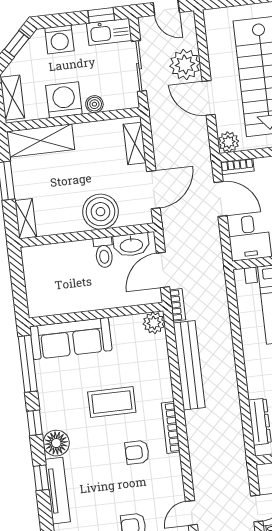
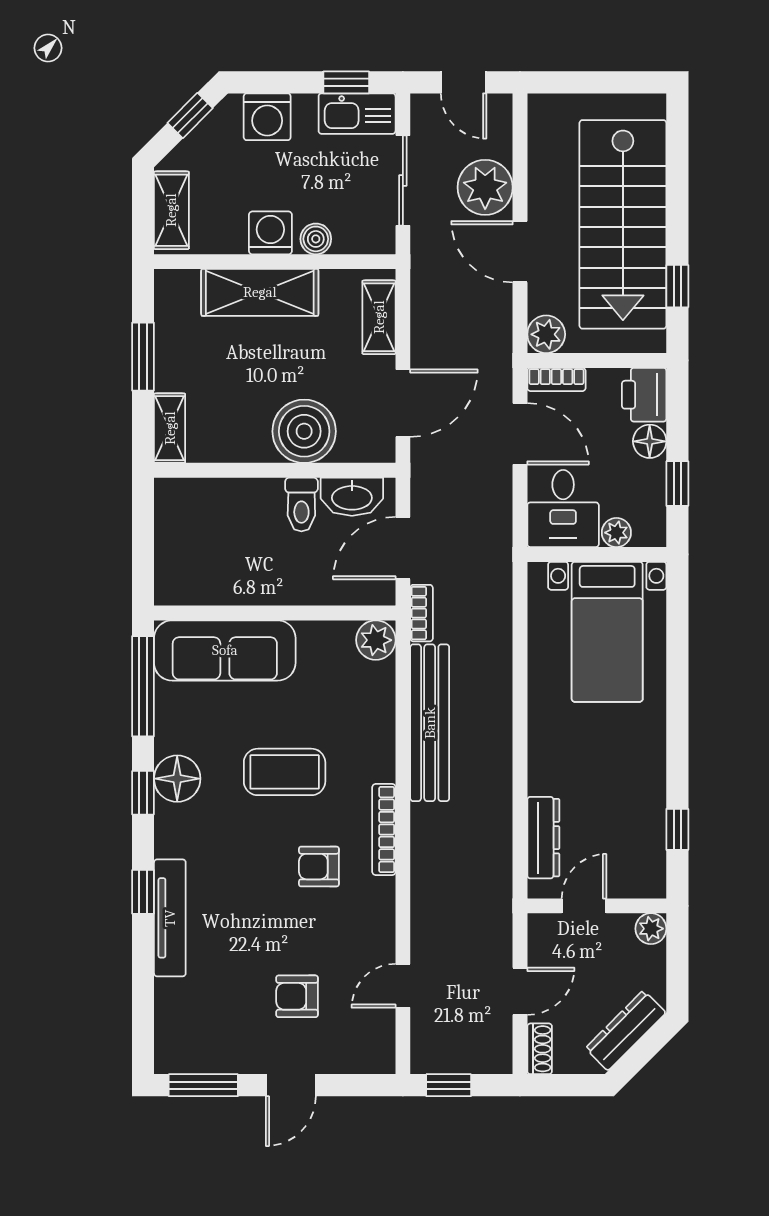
washing machine: (64, 100) -> (270, 233), width x0.73, depth x0.73
shelving: (41, 141) -> (260, 292), moved
floor lamp: (56, 443) -> (177, 779), moved

